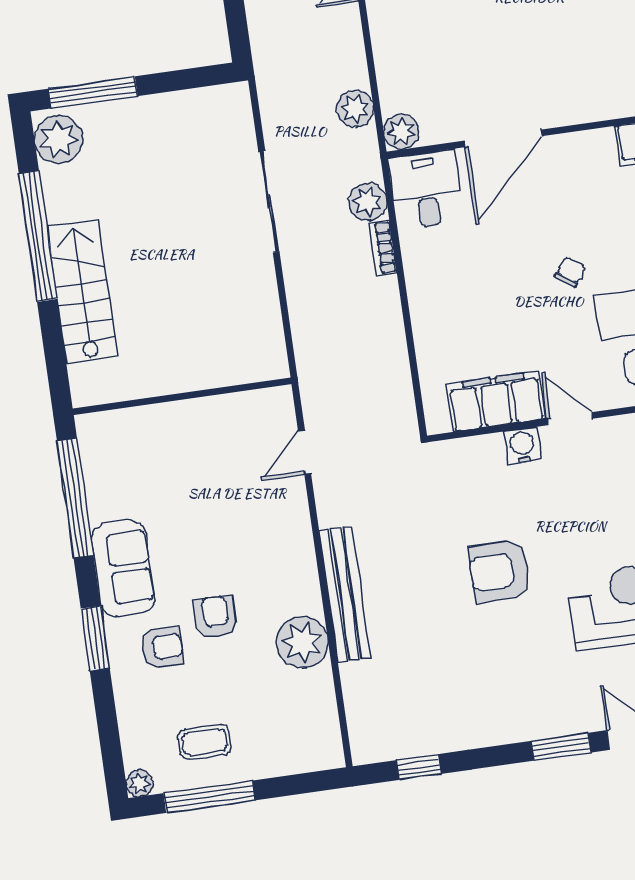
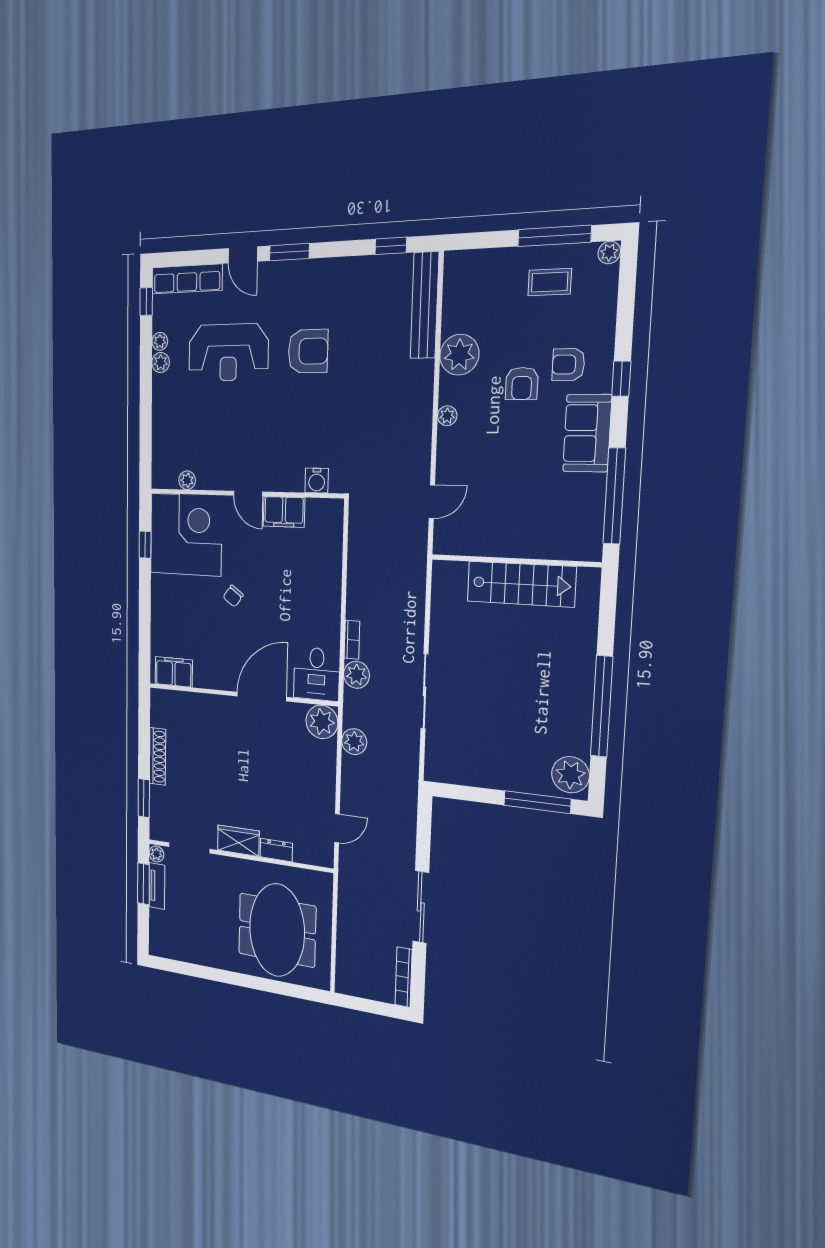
plant: (401, 132) -> (322, 722), width x1.36, depth x1.36
stairs: (82, 292) -> (521, 584), moved, turned -90
filing cabinet: (496, 401) -> (284, 512), width x0.67, depth x0.86
water cooler: (522, 446) -> (317, 481), moved
plant: (304, 564) -> (447, 416), added
armchair: (500, 571) -> (308, 351), moved
bench: (345, 594) -> (425, 305), moved
window: (95, 638) -> (621, 379), width x0.67

